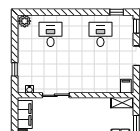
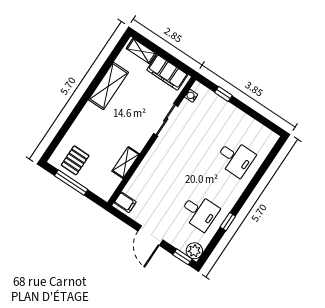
window: (117, 12) -> (228, 222), moved
plant: (25, 21) -> (194, 251), moved
shelving: (122, 103) -> (126, 163), moved

